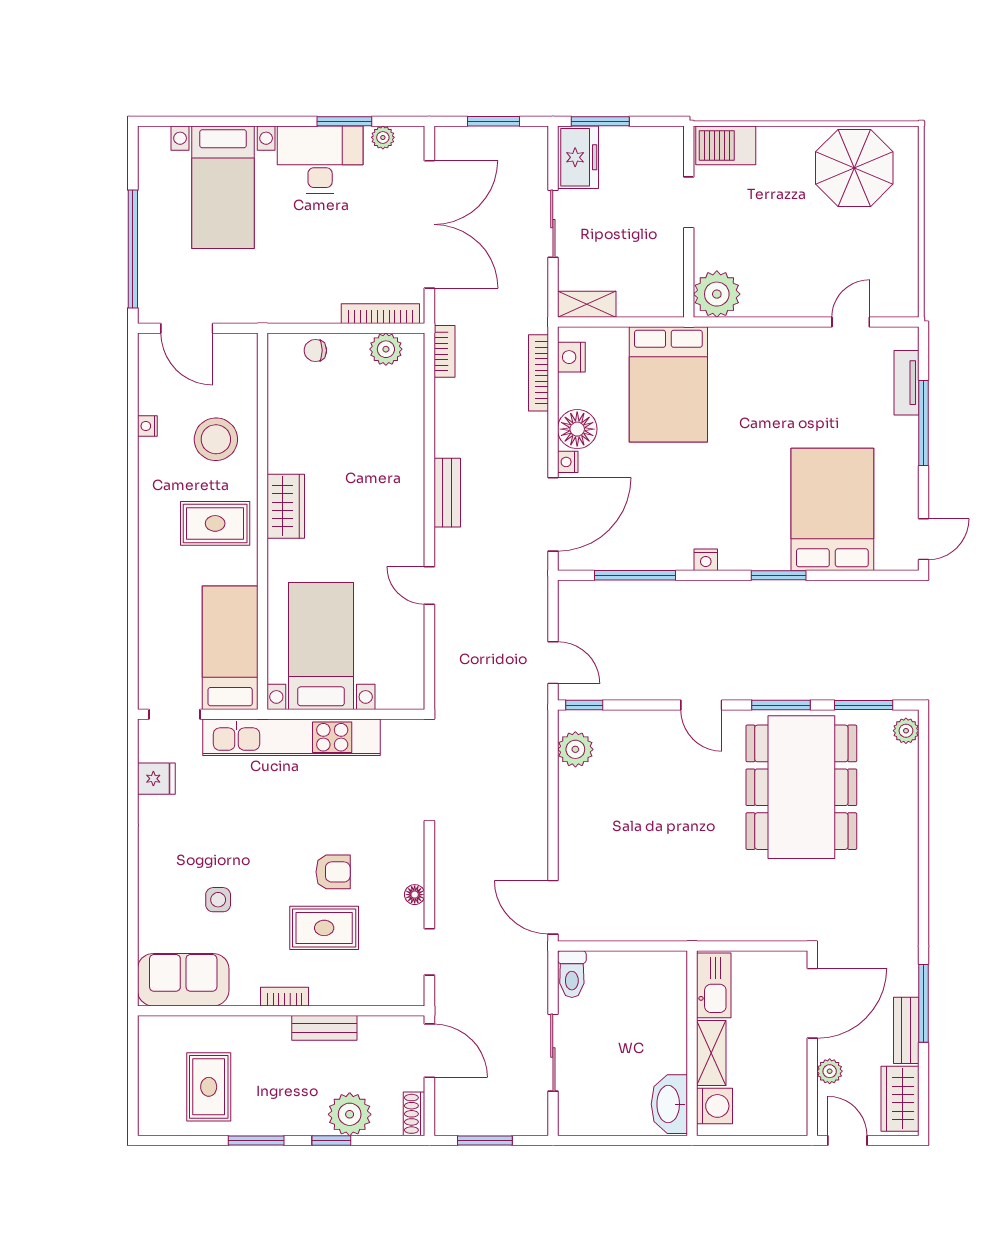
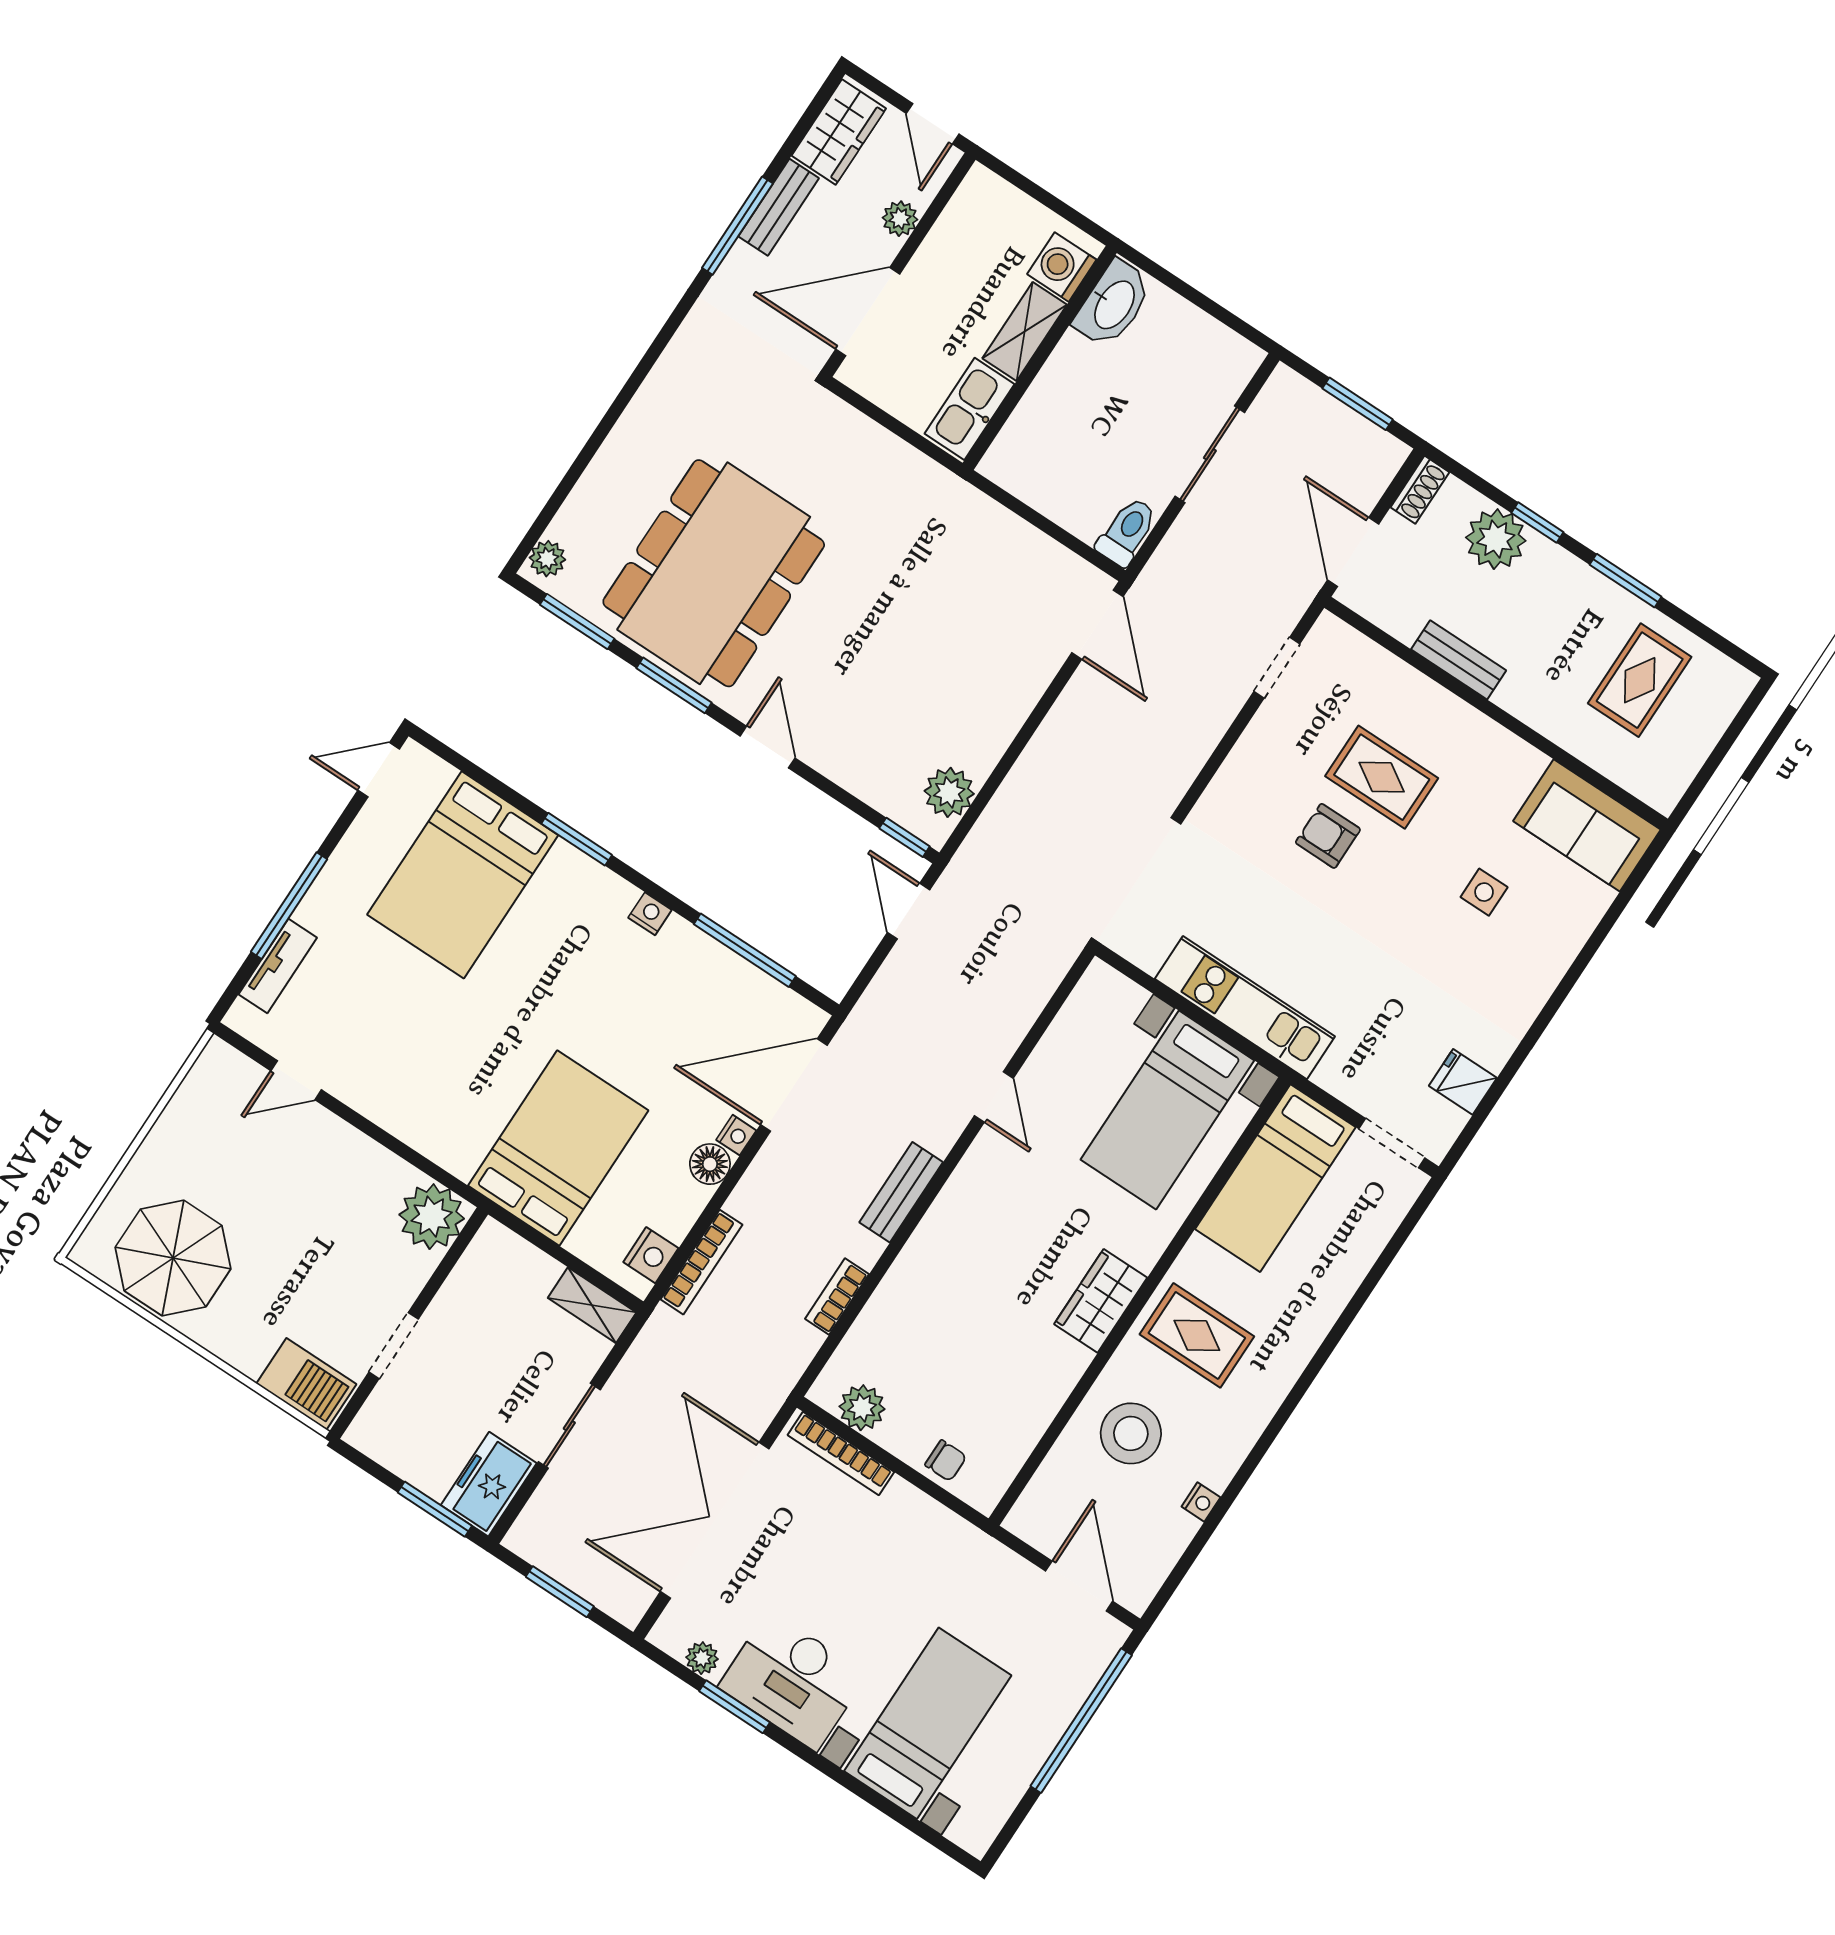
bookcase: (444, 351) -> (837, 1296), moved
floor lamp: (577, 429) -> (710, 1164), width x0.73, depth x0.73
kitchen unit: (291, 737) -> (1245, 1008), width x0.73
floor lamp: (415, 895) -> (1250, 746), removed
bookcase: (285, 997) -> (1481, 727), removed

